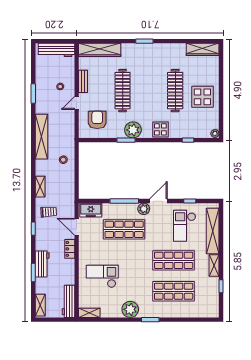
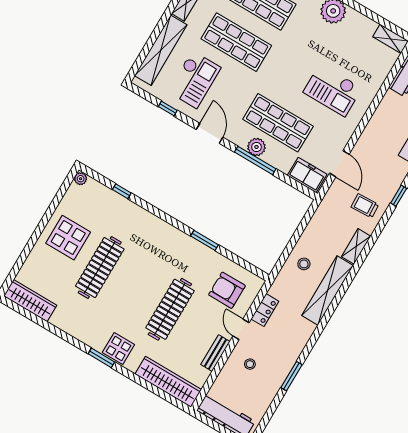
door: (77, 103) -> (241, 329), swing flipped
armchair: (97, 120) -> (227, 290), turned 90
display table: (160, 129) -> (118, 349), moved
plant: (133, 130) -> (187, 248), removed
shelving: (41, 137) -> (327, 291), moved
door: (158, 201) -> (210, 133), swing flipped
plant: (144, 209) -> (256, 147), moved
locker: (70, 249) -> (265, 310), moved
checkout: (102, 276) -> (333, 90), moved

